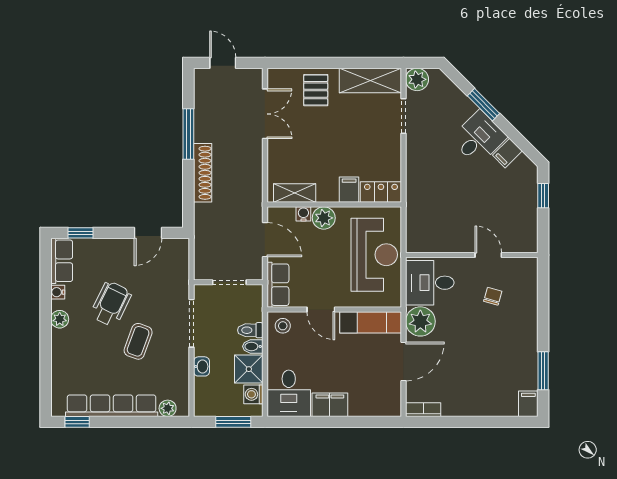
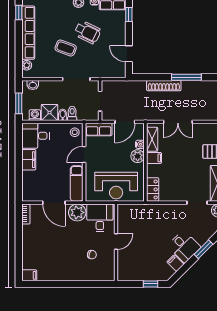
double door: (265, 114) -> (178, 122), moved
filing cabinet: (349, 190) -> (154, 158), moved
door: (488, 255) -> (116, 242), moved
washbasin: (201, 366) -> (33, 85), moved
window: (543, 371) -> (49, 284), removed

